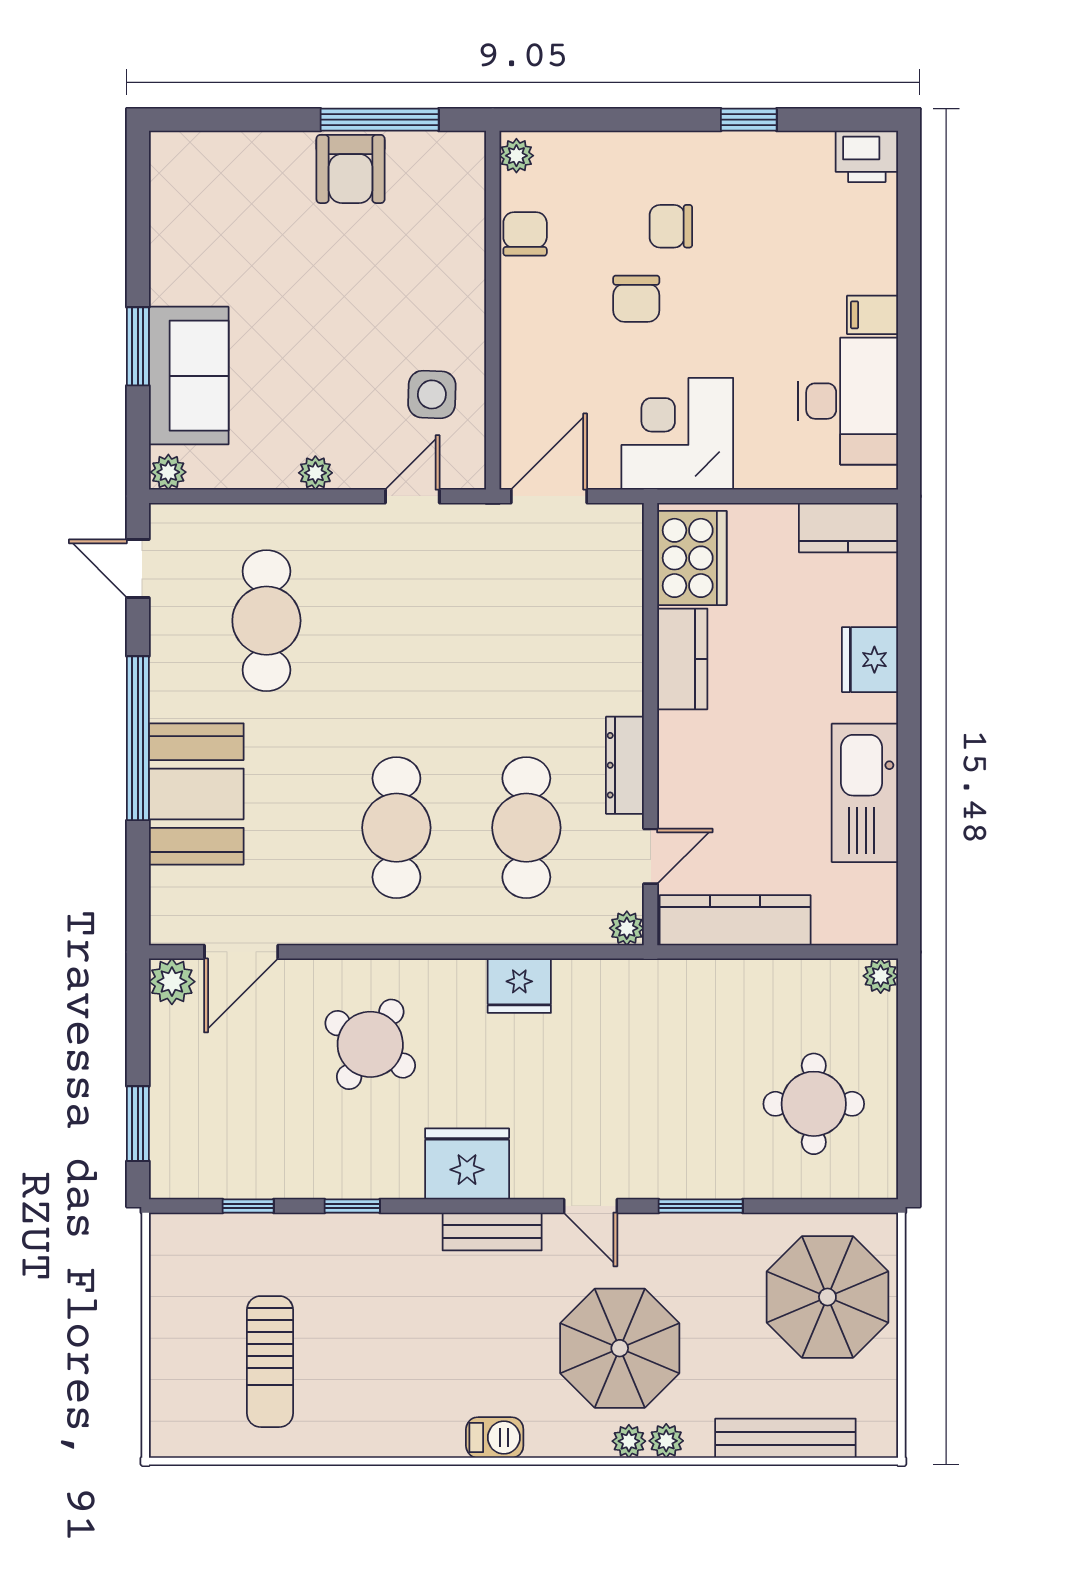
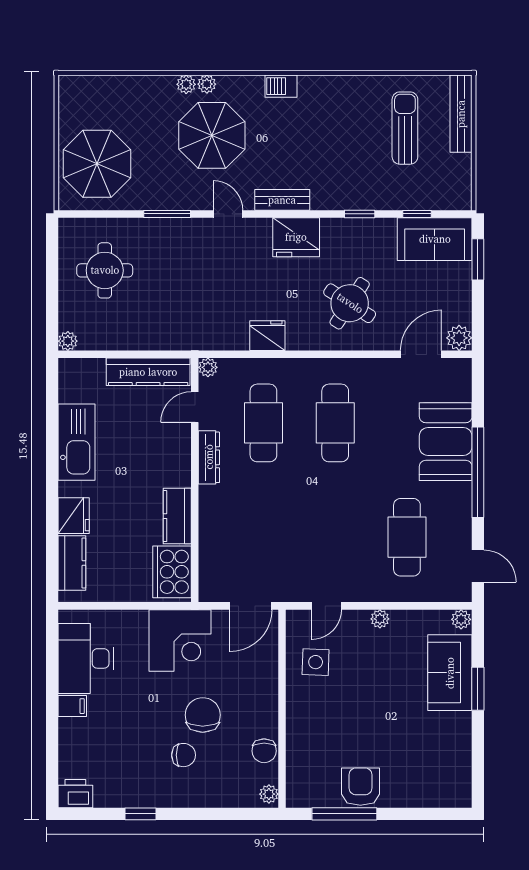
chair: (636, 299) -> (203, 715), width x1.37, depth x1.37
kitchen counter: (848, 528) -> (72, 563), moved, turned 90
sofa: (216, 1161) -> (435, 239), added
bench: (785, 1438) -> (461, 114), moved, turned 90

